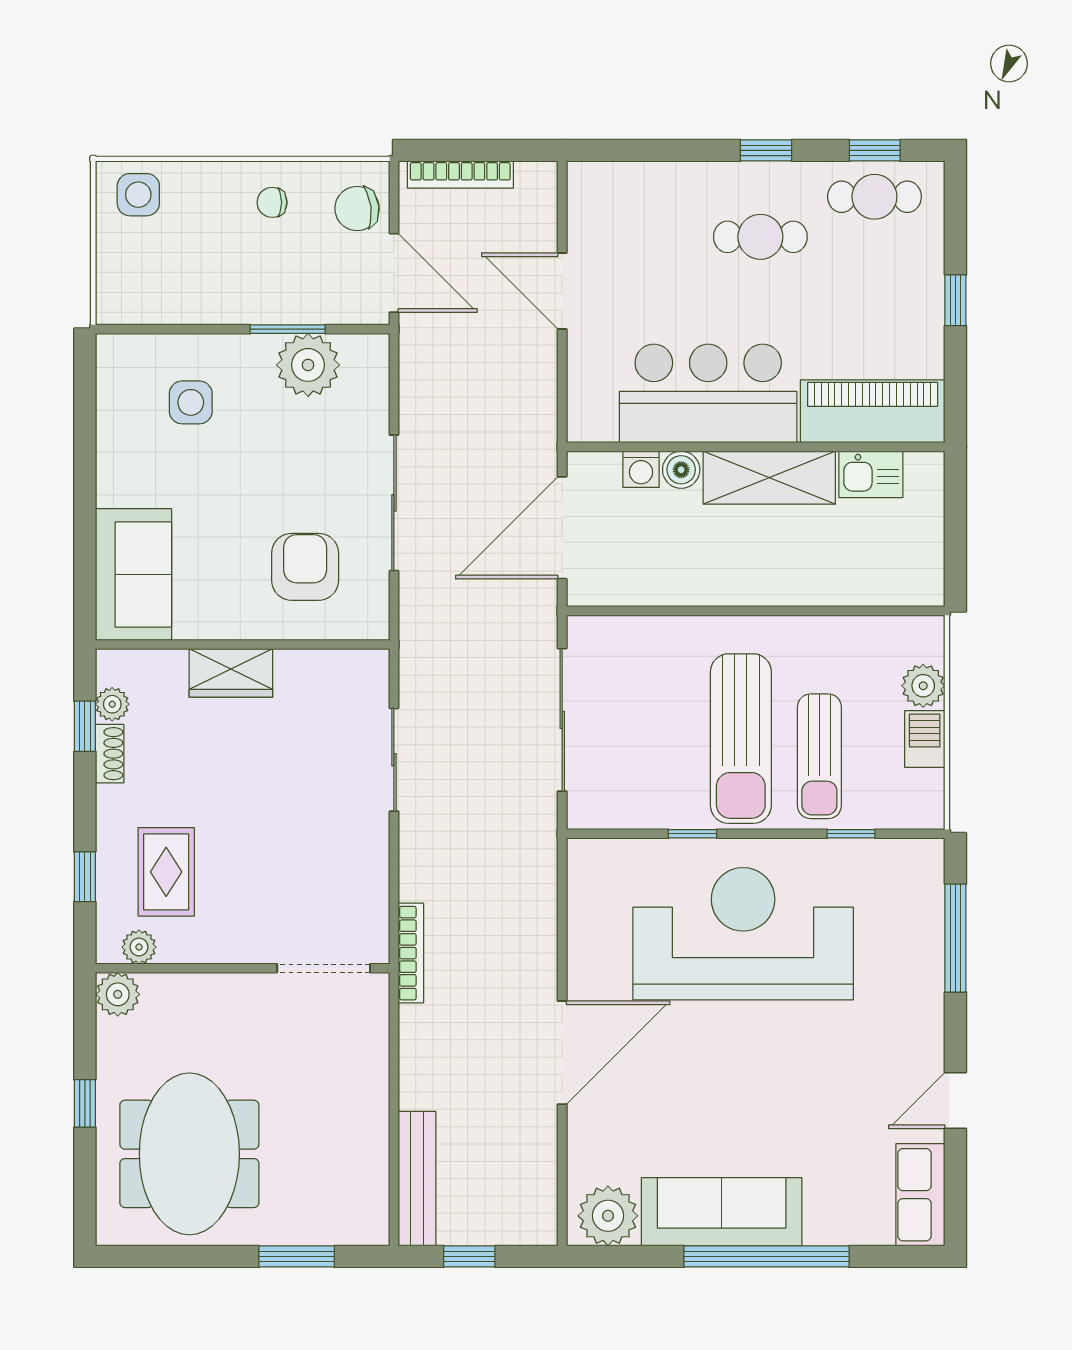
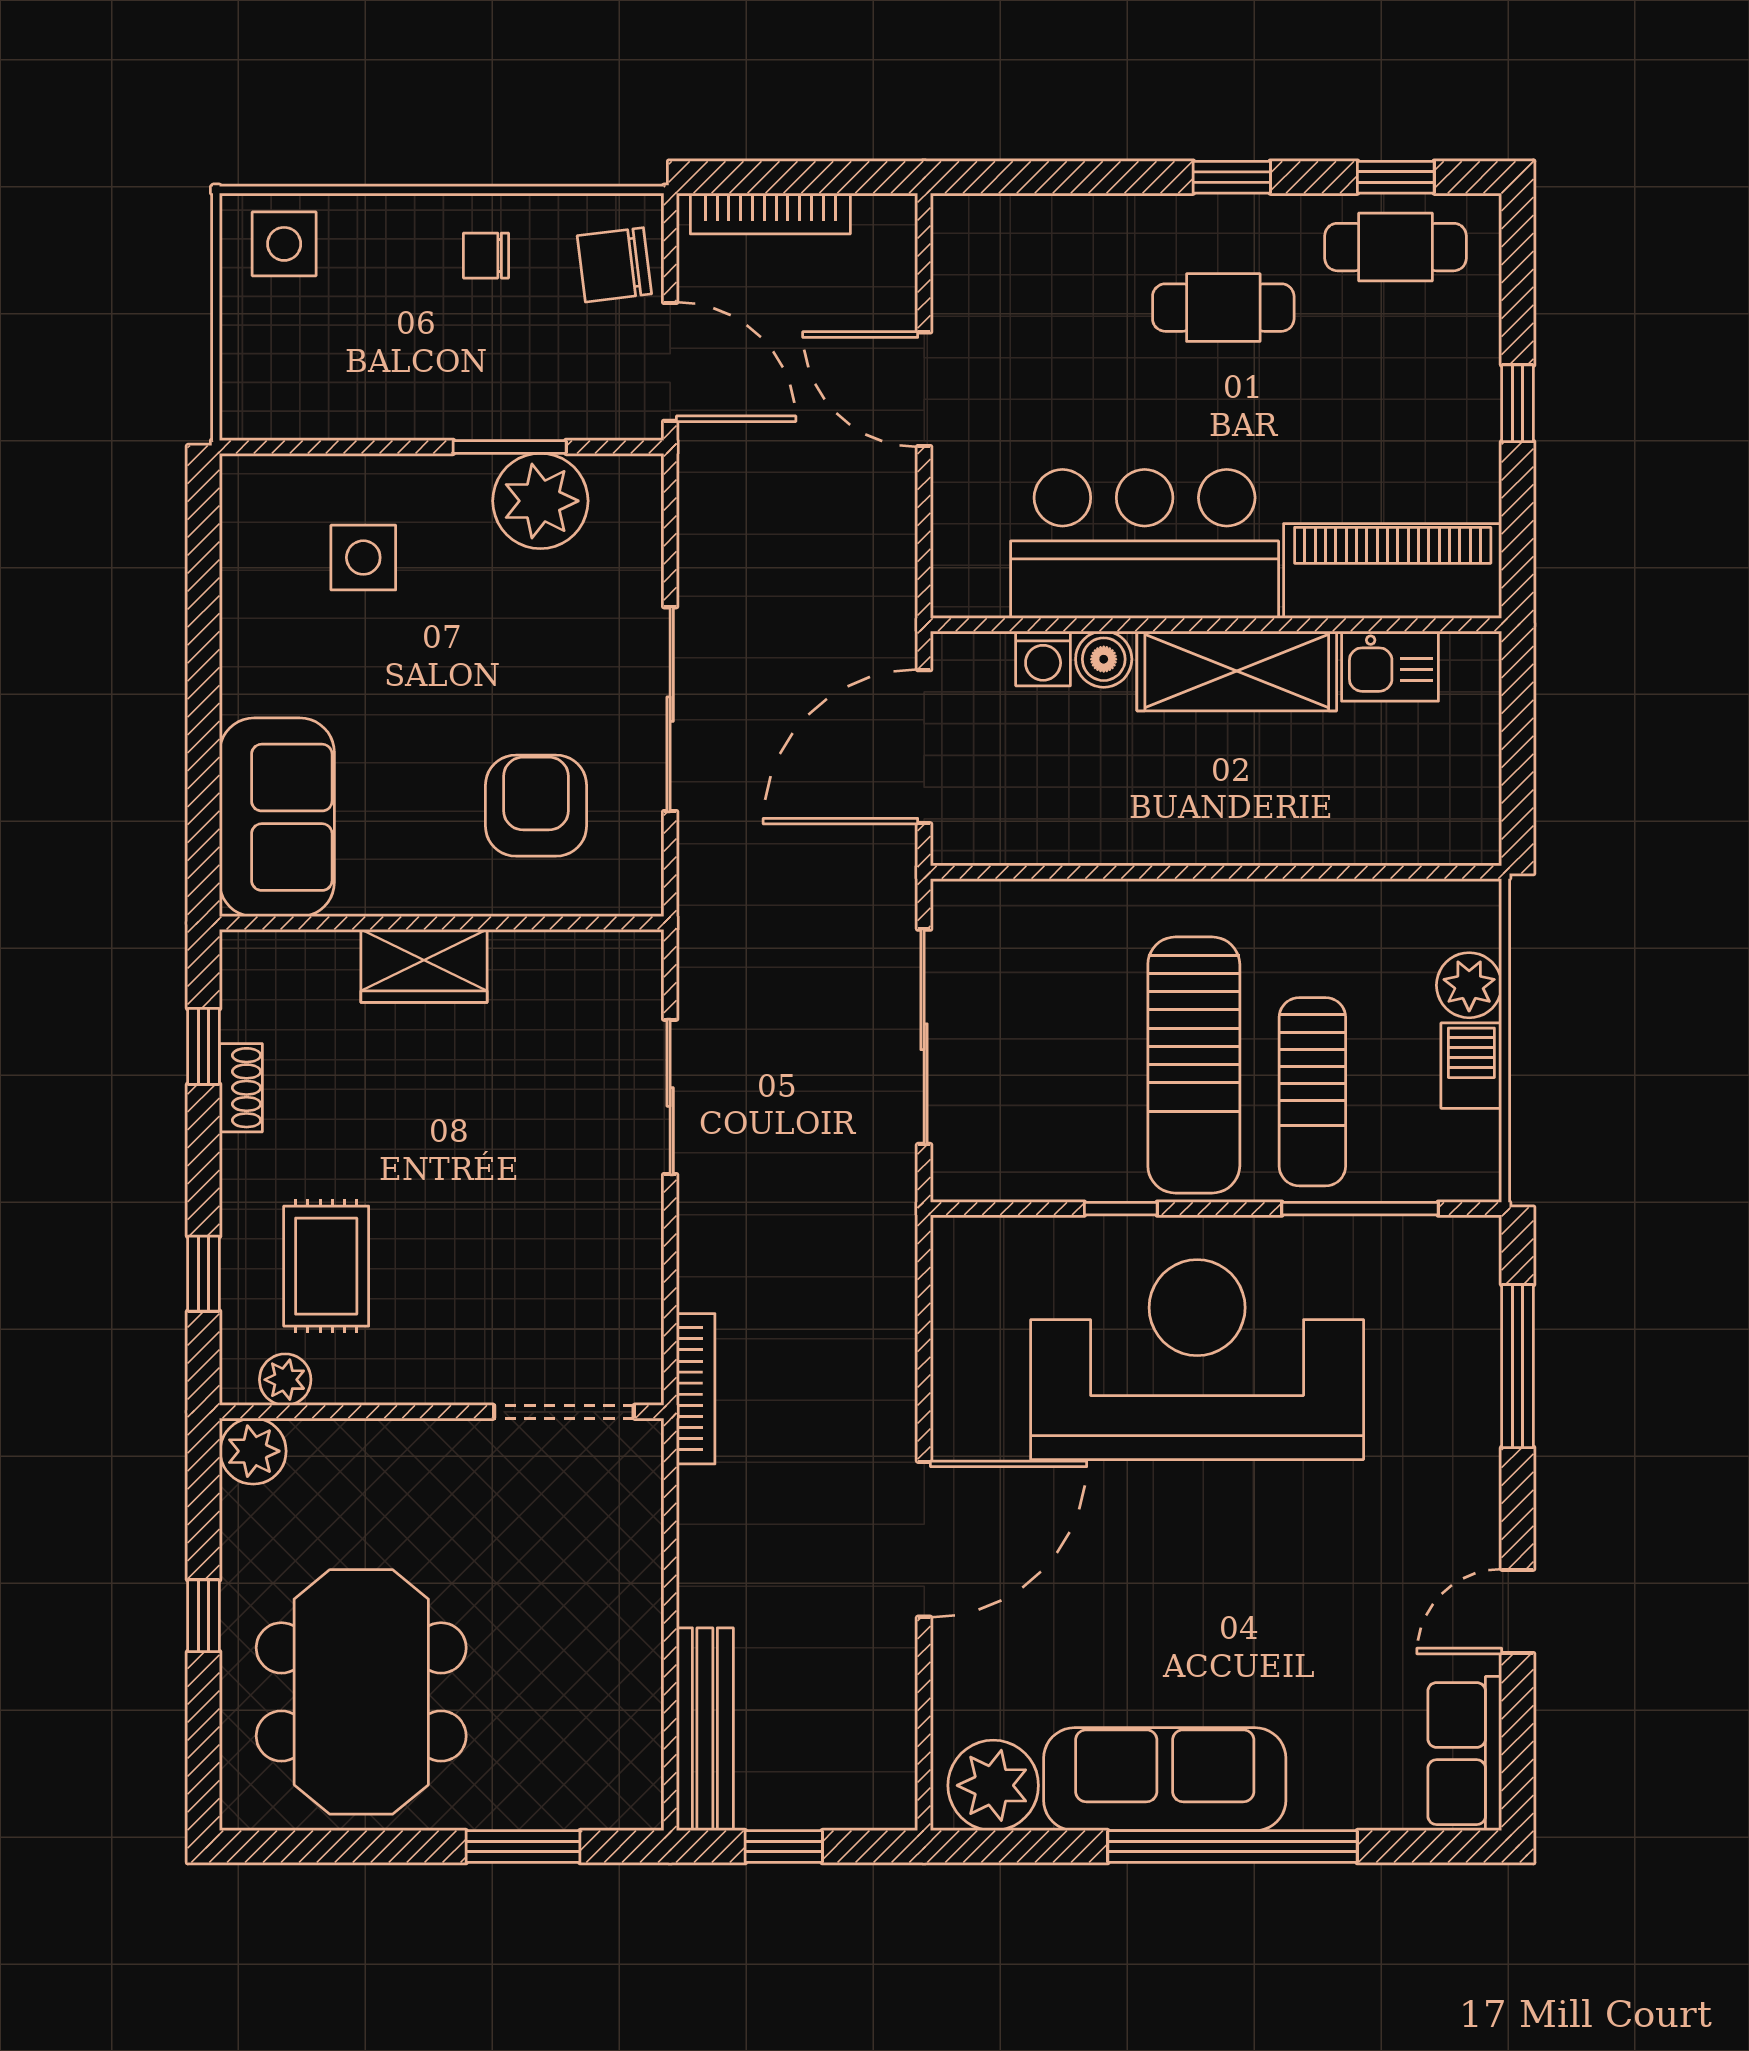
plant: (112, 704) -> (245, 1013), removed
window: (851, 834) -> (1360, 1209), width x2.17

